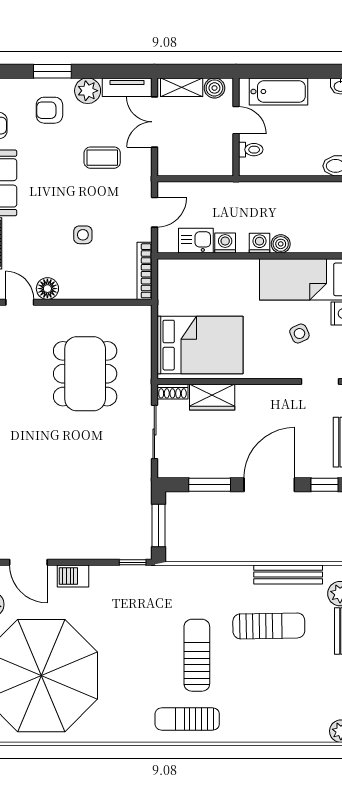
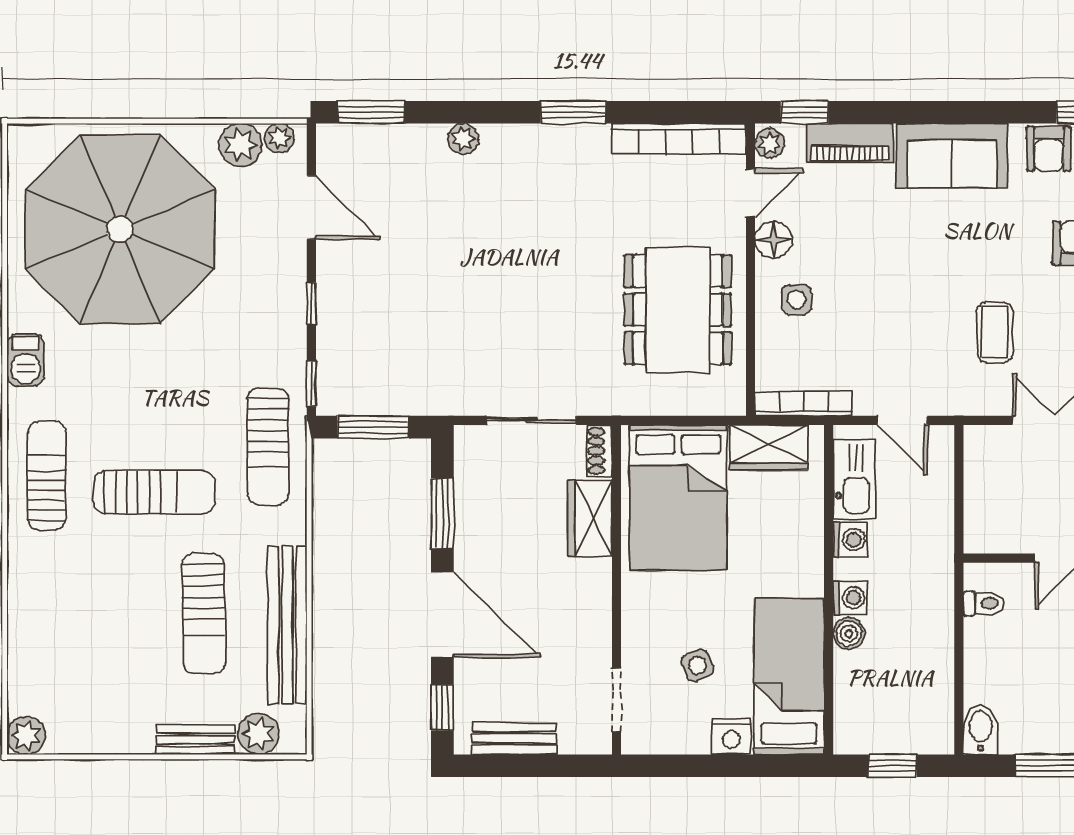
toilet: (251, 150) -> (984, 603), moved, turned -90
side table: (83, 235) -> (796, 300), moved
kitchen sink: (196, 241) -> (854, 479), width x1.38
wardrobe: (171, 291) -> (769, 448), added
dining table: (85, 374) -> (678, 310), moved, turned 90
door: (28, 562) -> (311, 208), swing flipped
window: (85, 562) -> (311, 303), added
bench: (288, 574) -> (287, 625), width x1.37, depth x1.21
barbecue: (73, 576) -> (26, 360), moved, turned 180
sun lounger: (170, 588) -> (268, 446), added

